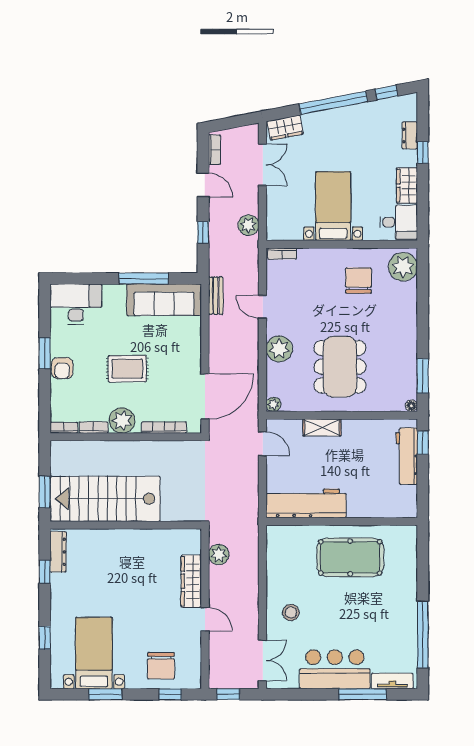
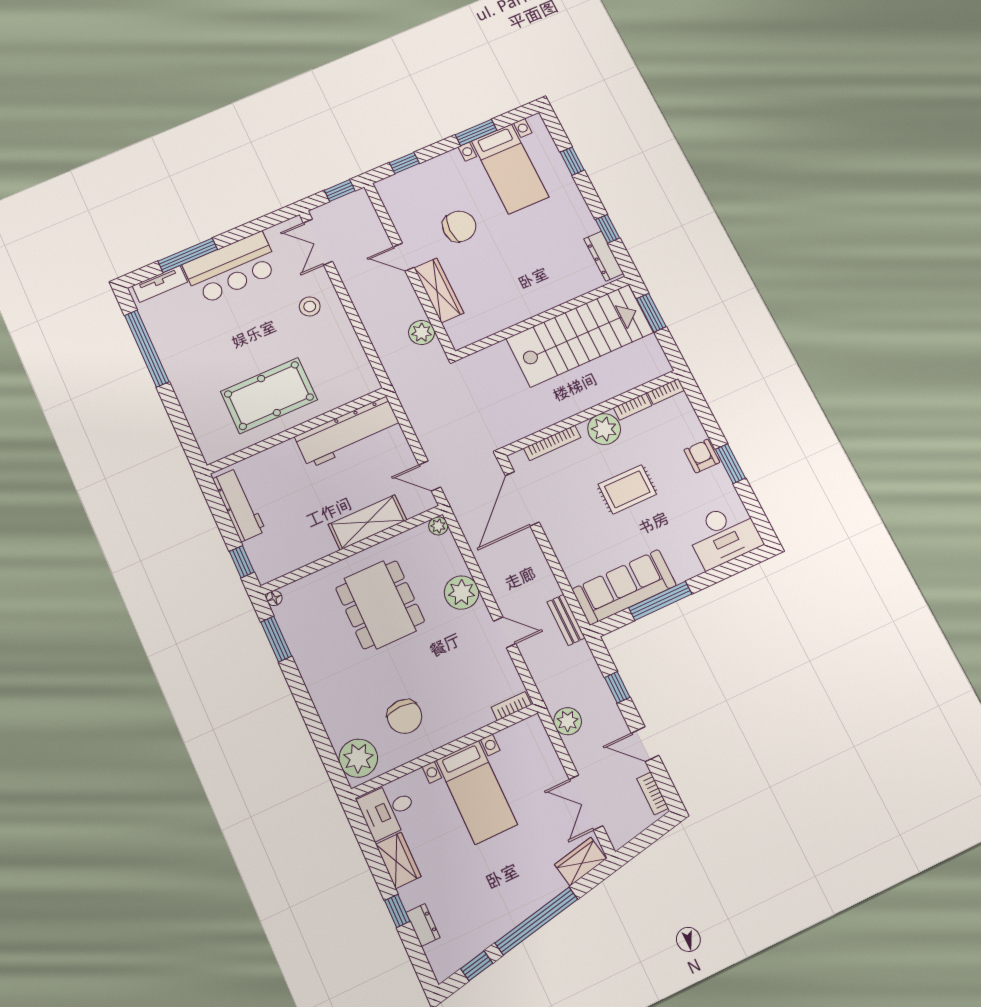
shelving: (322, 427) -> (368, 522), width x1.50, depth x1.33
workbench: (407, 456) -> (239, 505), moved
chair: (161, 666) -> (459, 226), moved, turned 90

